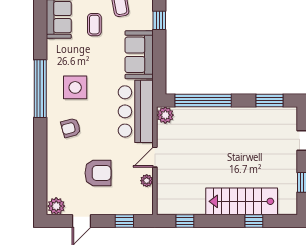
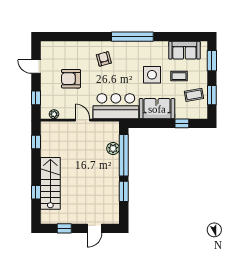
side table: (75, 87) -> (152, 75), moved
window: (269, 100) -> (124, 191), moved
plant: (165, 115) -> (113, 149), moved
armchair: (98, 173) -> (71, 79), turned 90
plant: (147, 181) -> (54, 114), moved
plant: (56, 206) -> (47, 48), removed

